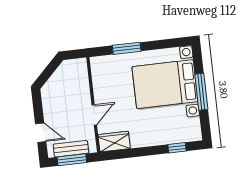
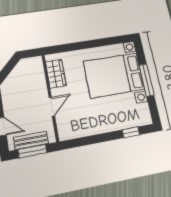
window: (127, 48) -> (77, 46), removed
wardrobe: (114, 142) -> (56, 74), moved, turned 90

